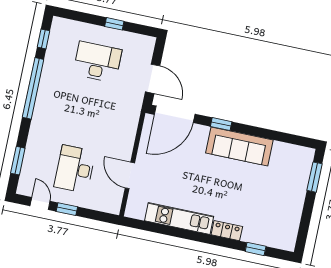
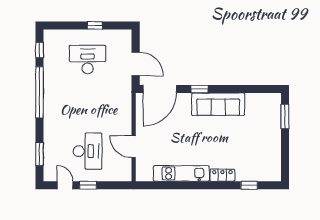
desk: (75, 169) -> (88, 151), turned 180

